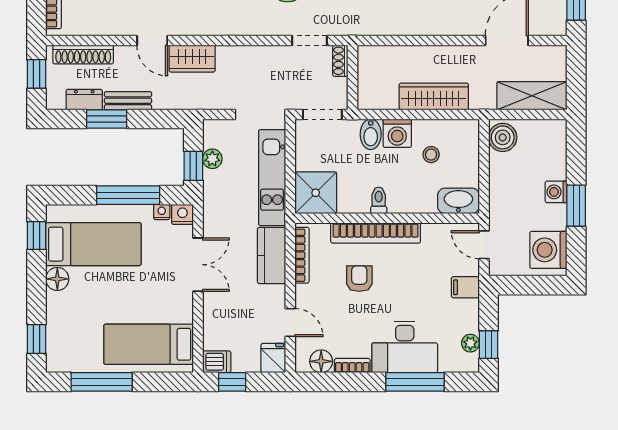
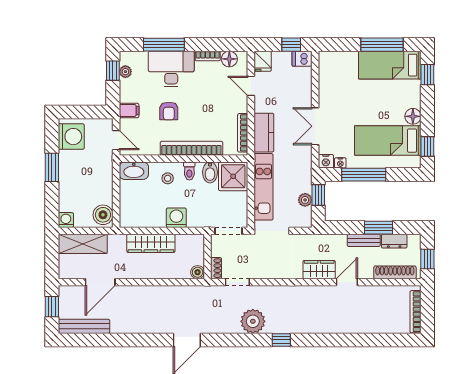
door: (152, 41) -> (347, 282), hinge flipped
boiler: (367, 55) -> (198, 272), added
bidet: (371, 134) -> (210, 172), moved, turned 180
stool: (431, 155) -> (168, 178), moved
washing machine: (556, 192) -> (66, 220), moved, turned -90
armchair: (359, 279) -> (169, 111), moved
bed: (149, 344) -> (390, 65), moved, turned 180

